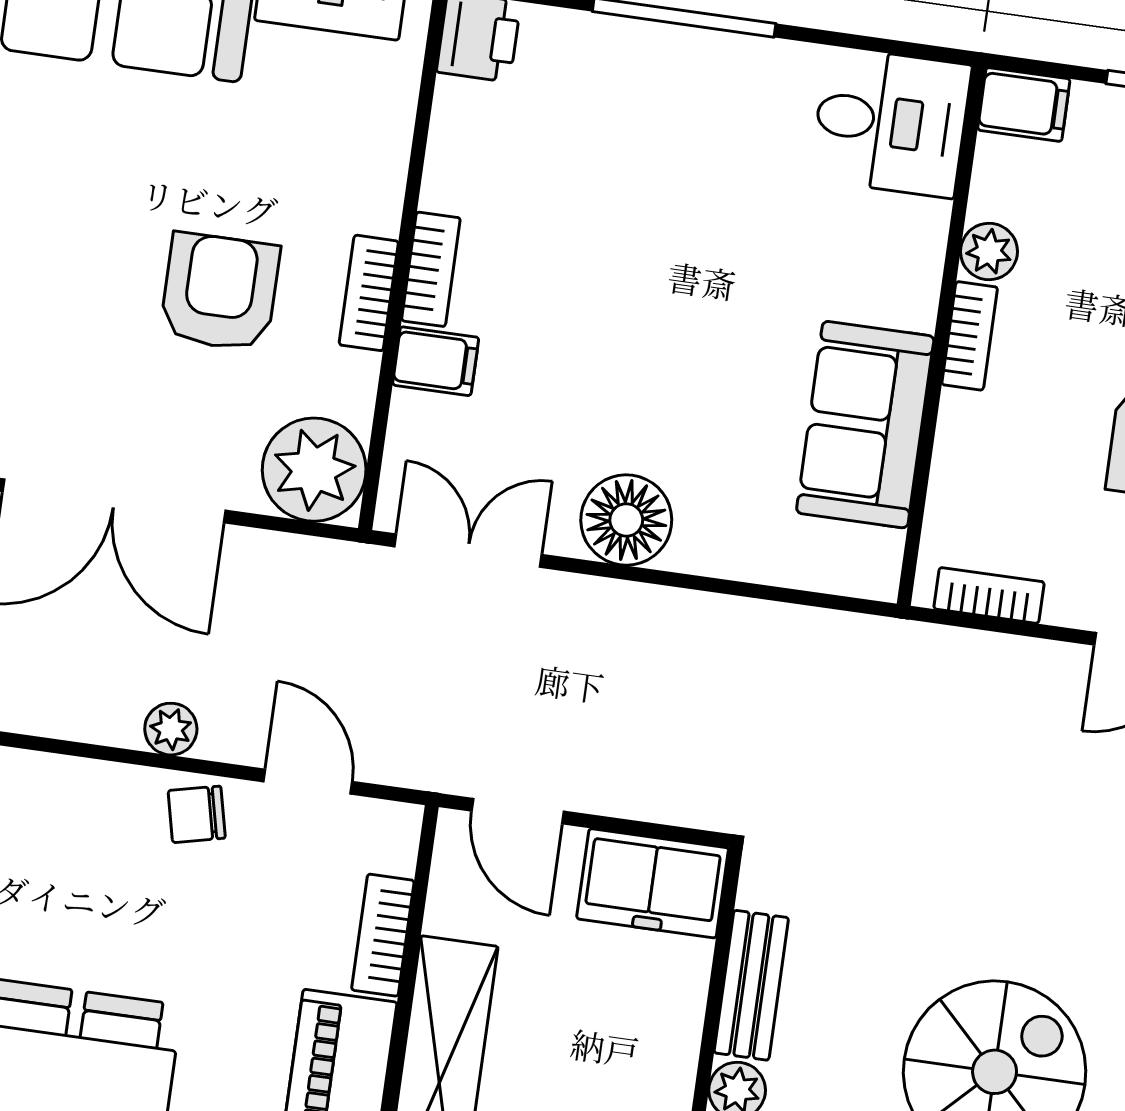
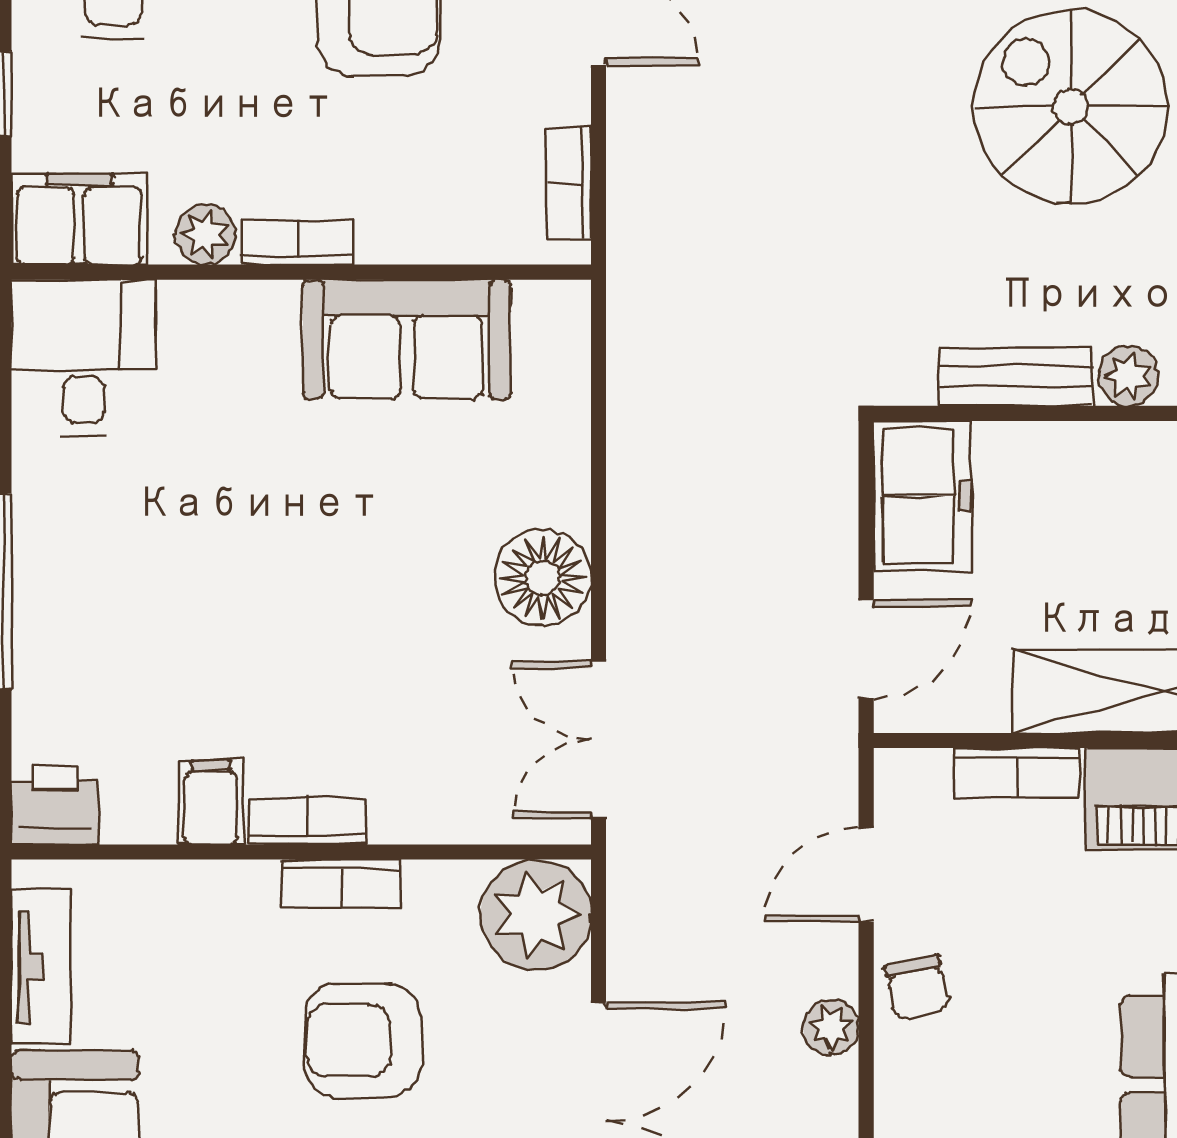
filing cabinet: (1024, 104) -> (79, 220), width x2.00
filing cabinet: (436, 361) -> (211, 802), moved

